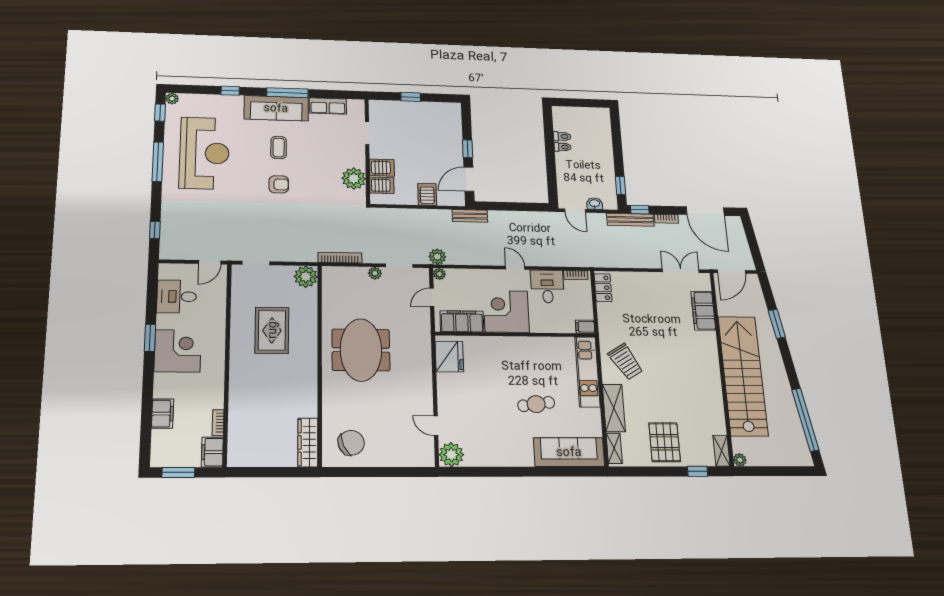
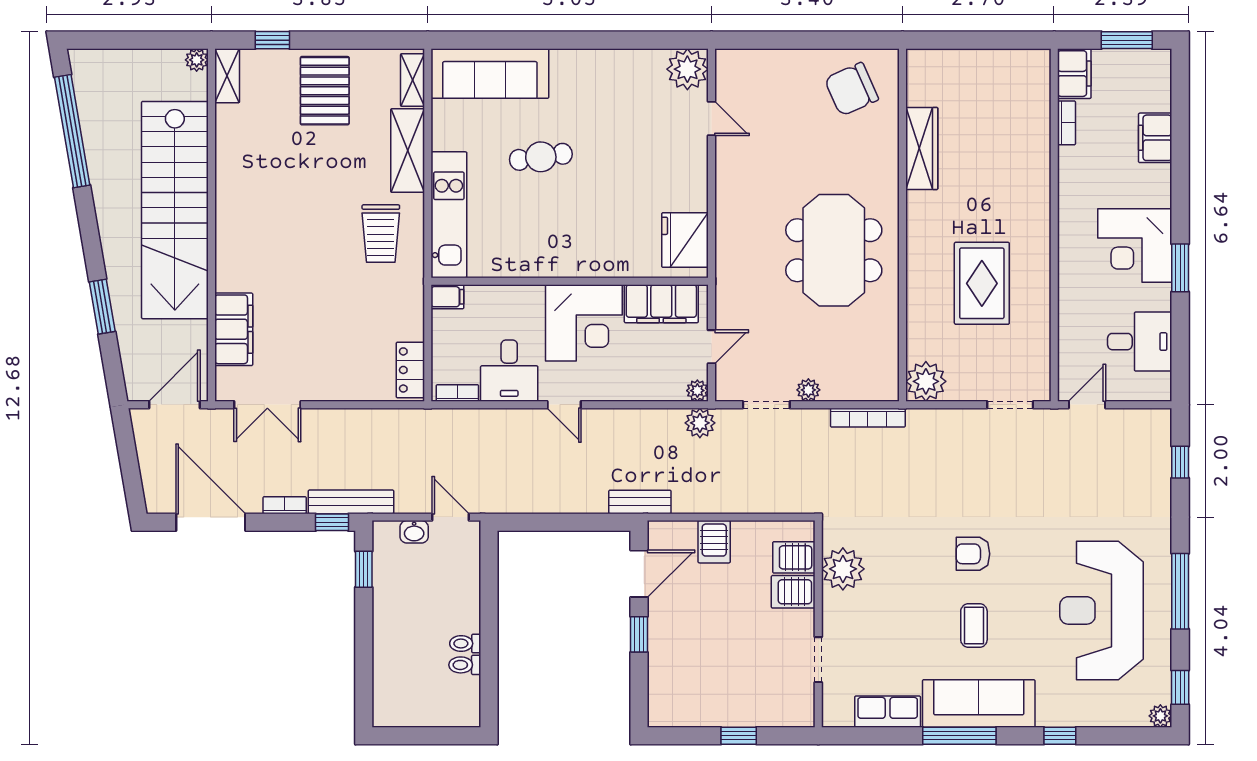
trolley: (626, 362) -> (381, 234), turned -148
wardrobe: (308, 442) -> (922, 148), moved

